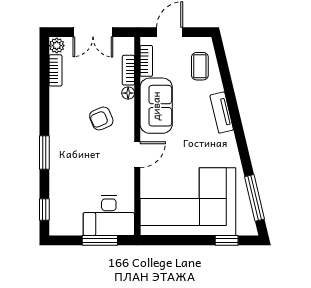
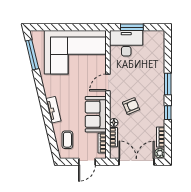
double door: (93, 32) -> (136, 162), width x1.37
window: (44, 210) -> (168, 113), moved
window: (227, 240) -> (50, 27), removed

